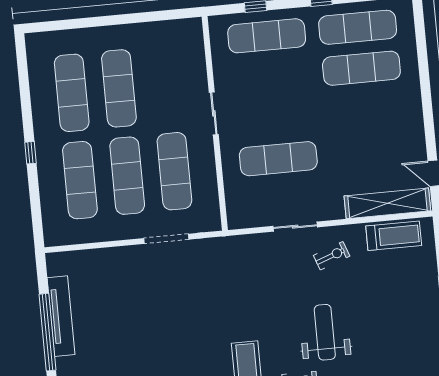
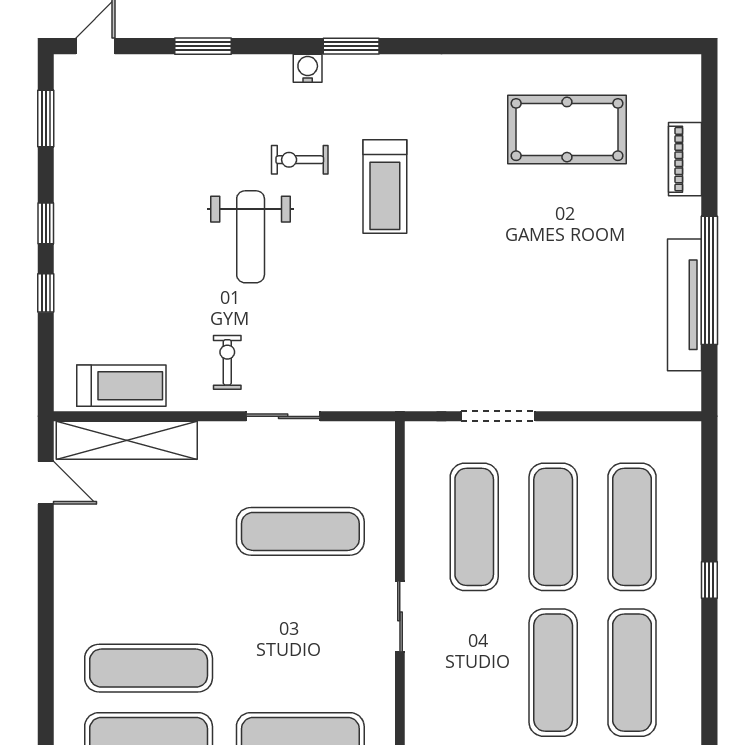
treadmill: (394, 236) -> (121, 386), turned 180
exercise bike: (332, 256) -> (227, 362), turned 110

